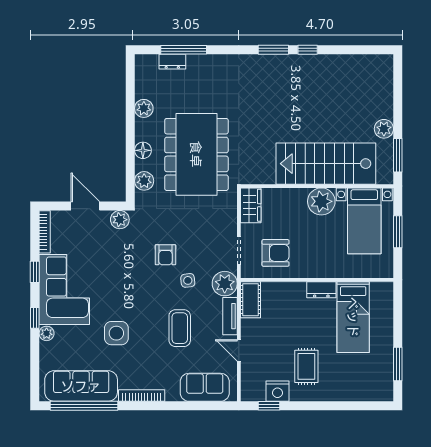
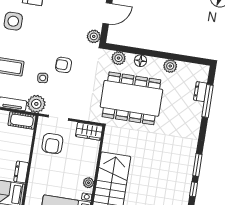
plant: (321, 201) -> (88, 183), width x0.53, depth x0.53

